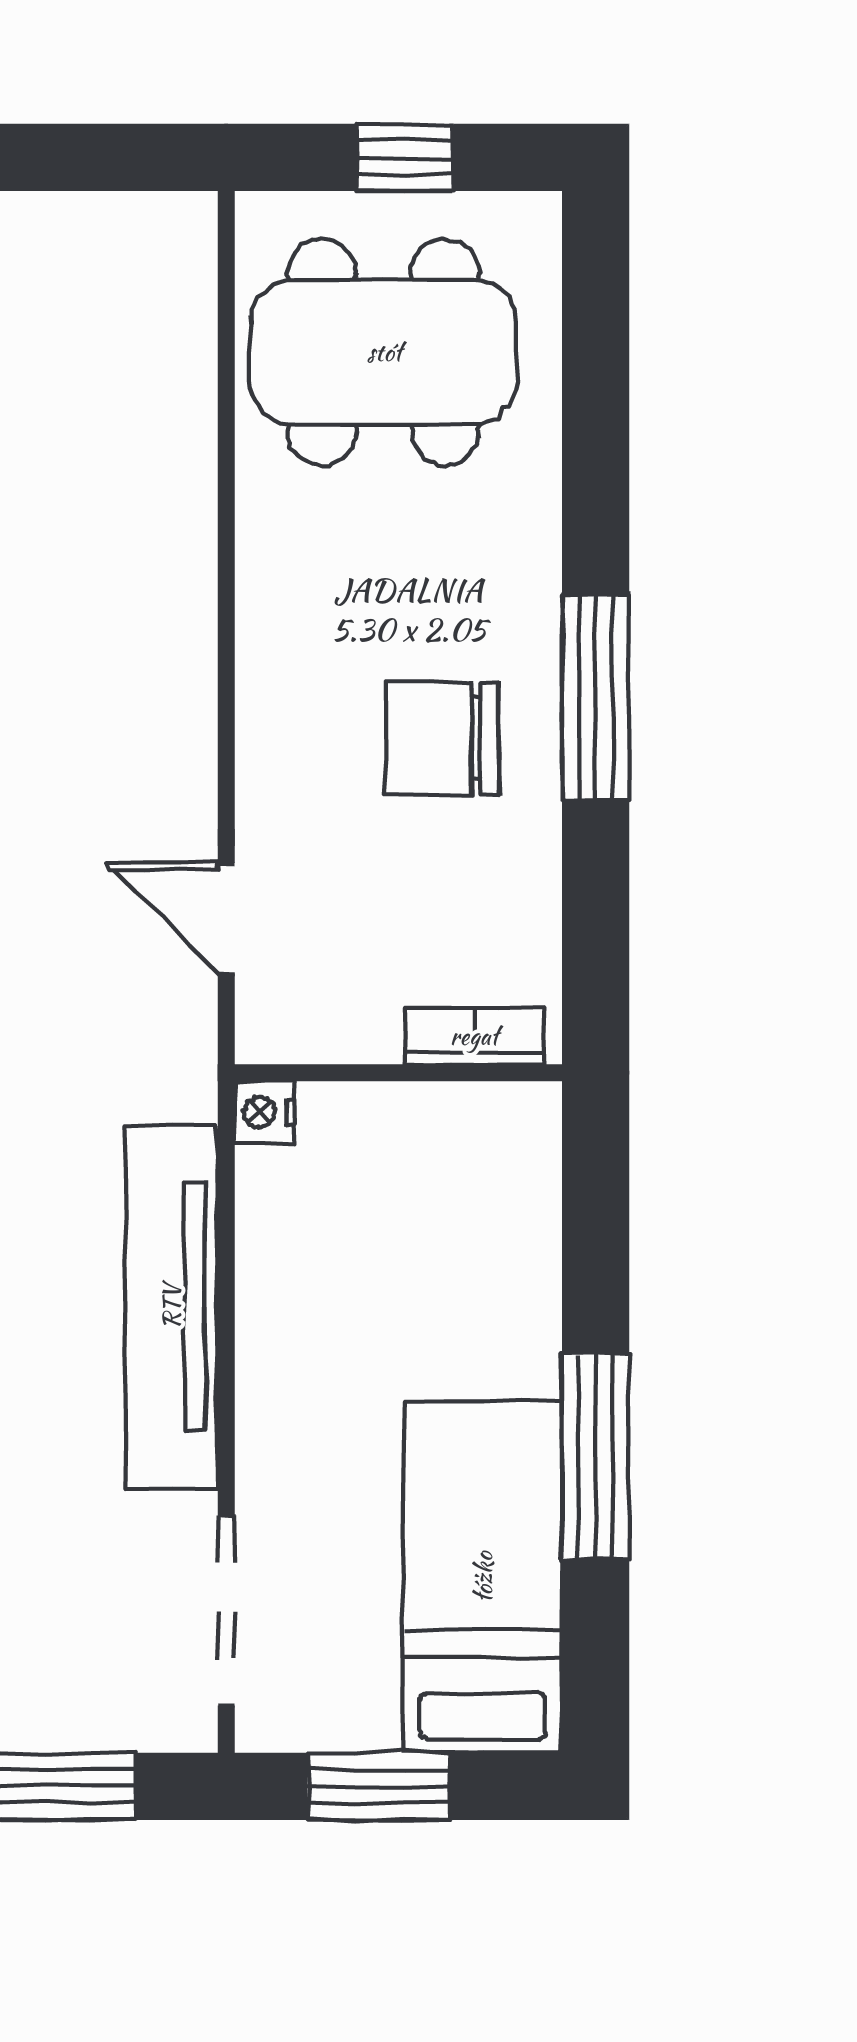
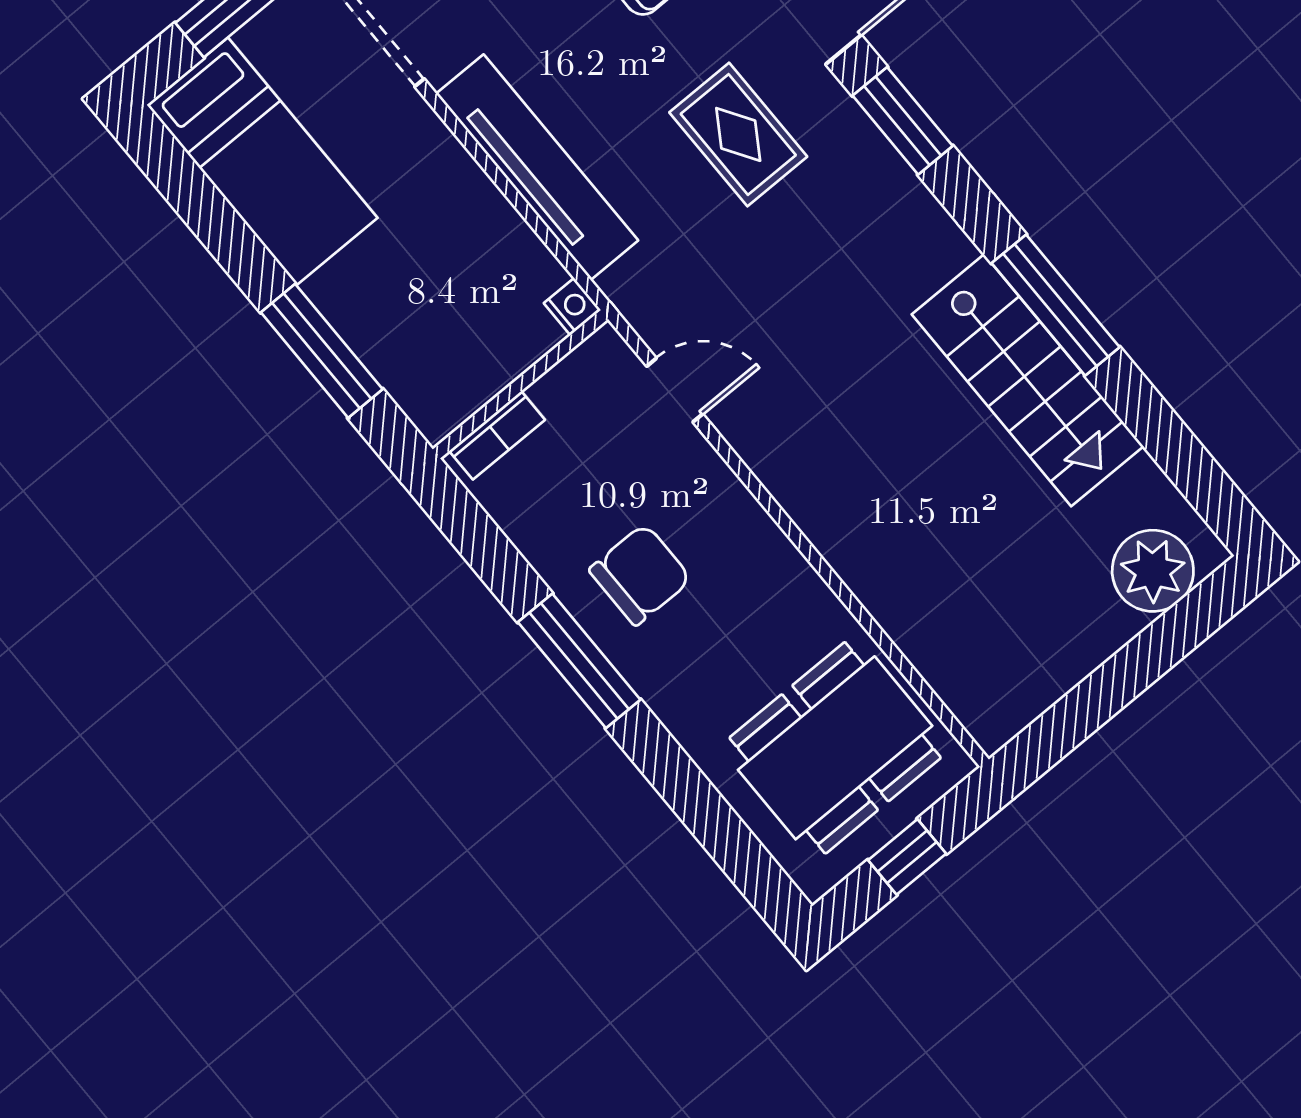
window: (596, 1457) -> (322, 351), moved

